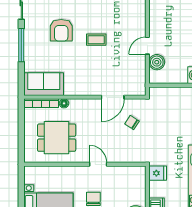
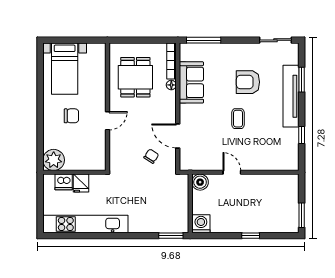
window: (21, 45) -> (204, 40), moved
boiler: (157, 62) -> (200, 182), moved
sofa: (44, 84) -> (191, 82), moved
fridge: (158, 173) -> (81, 183), moved

